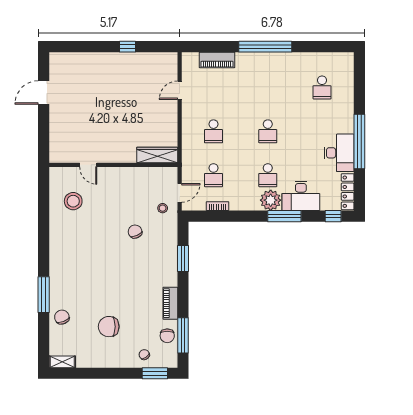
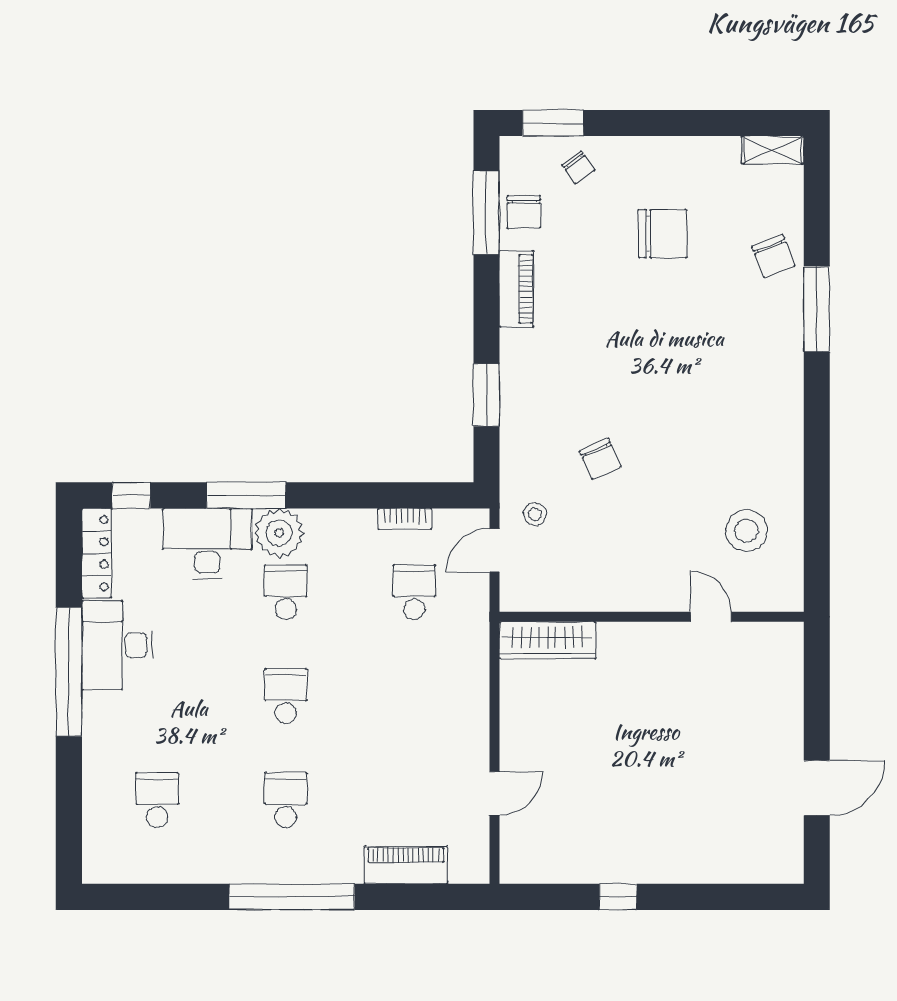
school desk: (213, 131) -> (286, 800), moved
chair: (167, 336) -> (524, 212), turned 180

